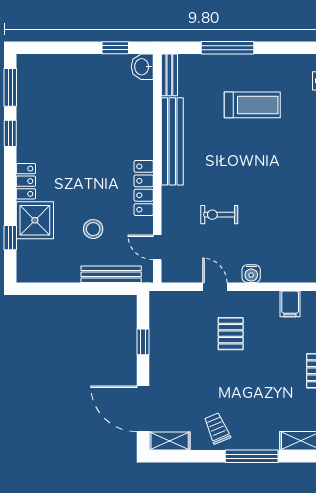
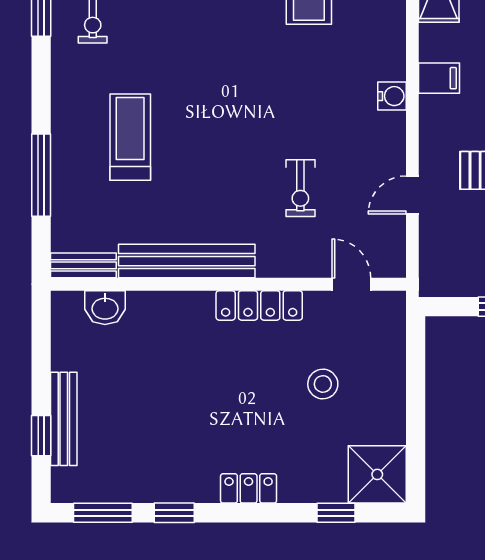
window: (115, 48) -> (41, 436), moved
washbasin: (142, 67) -> (105, 308), moved
shower: (35, 220) -> (377, 474), moved
door: (157, 247) -> (351, 284), swing flipped
bench: (111, 274) -> (64, 419), moved
water cooler: (251, 274) -> (392, 96), moved

